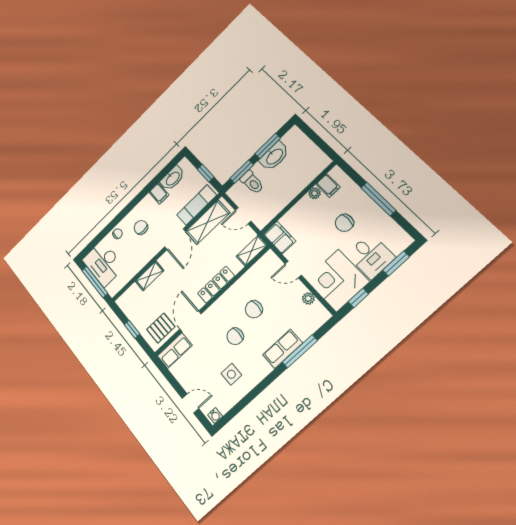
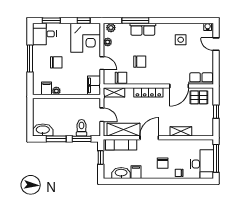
washbasin: (274, 156) -> (43, 130), moved
desk: (371, 256) -> (44, 34), moved, turned -90
plant: (320, 318) -> (111, 28), added
chair: (235, 336) -> (121, 78), moved

